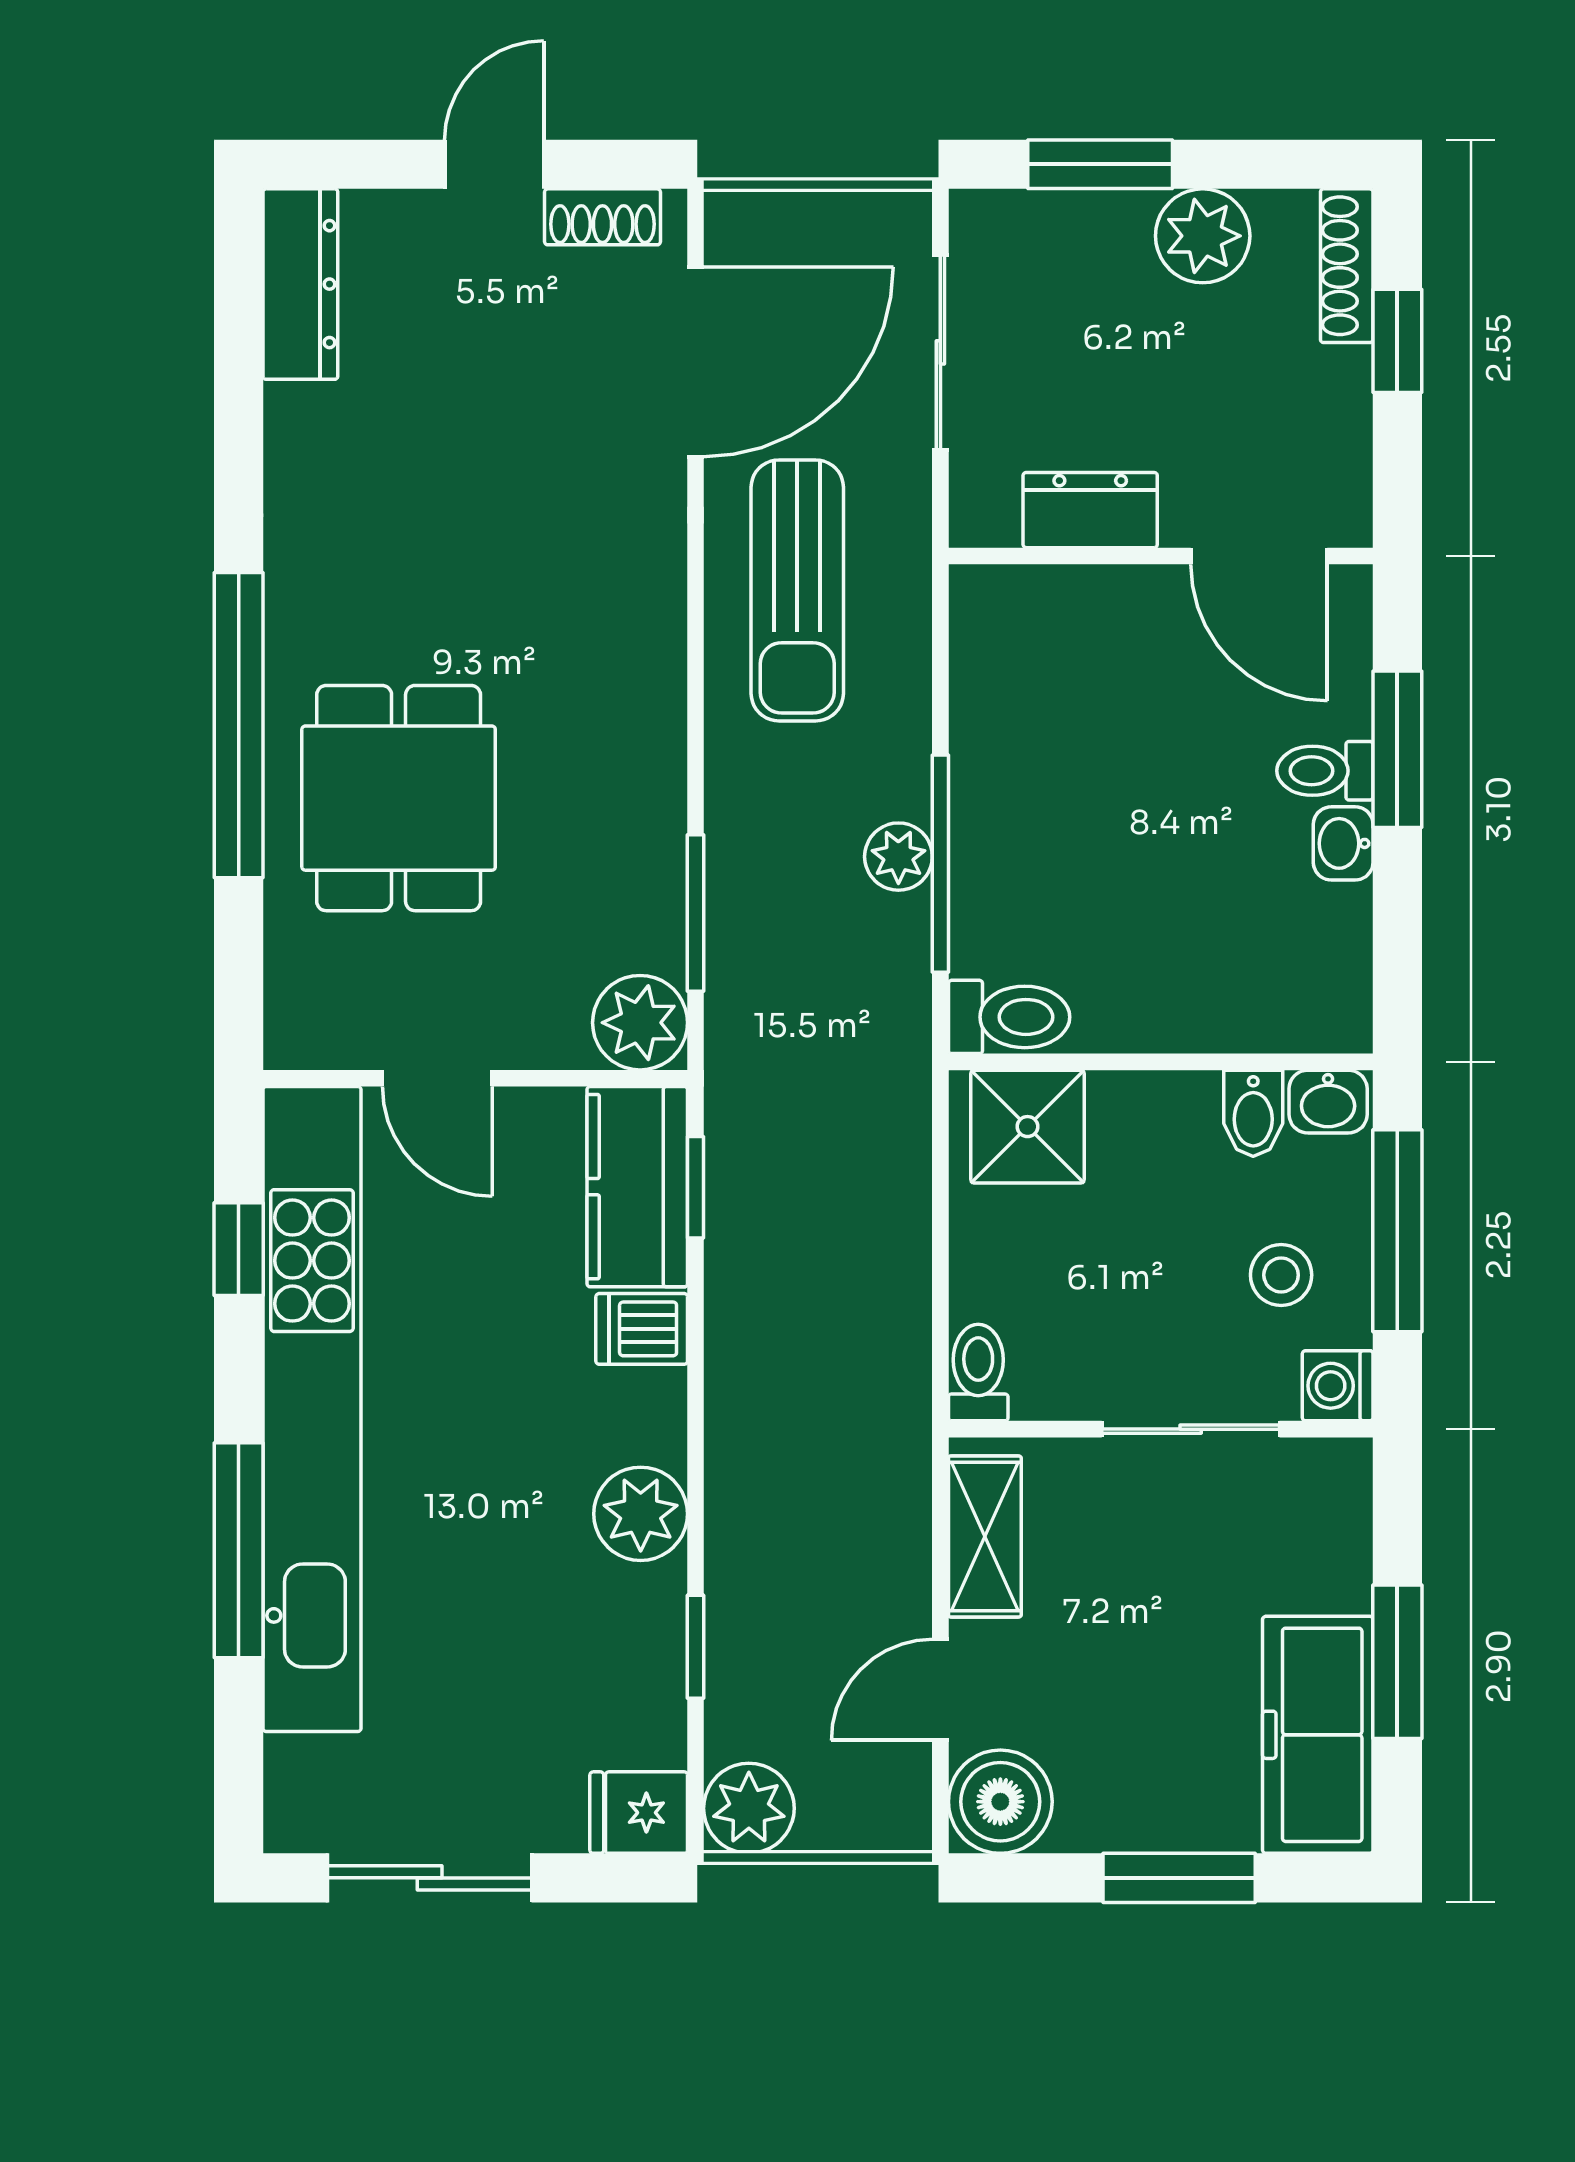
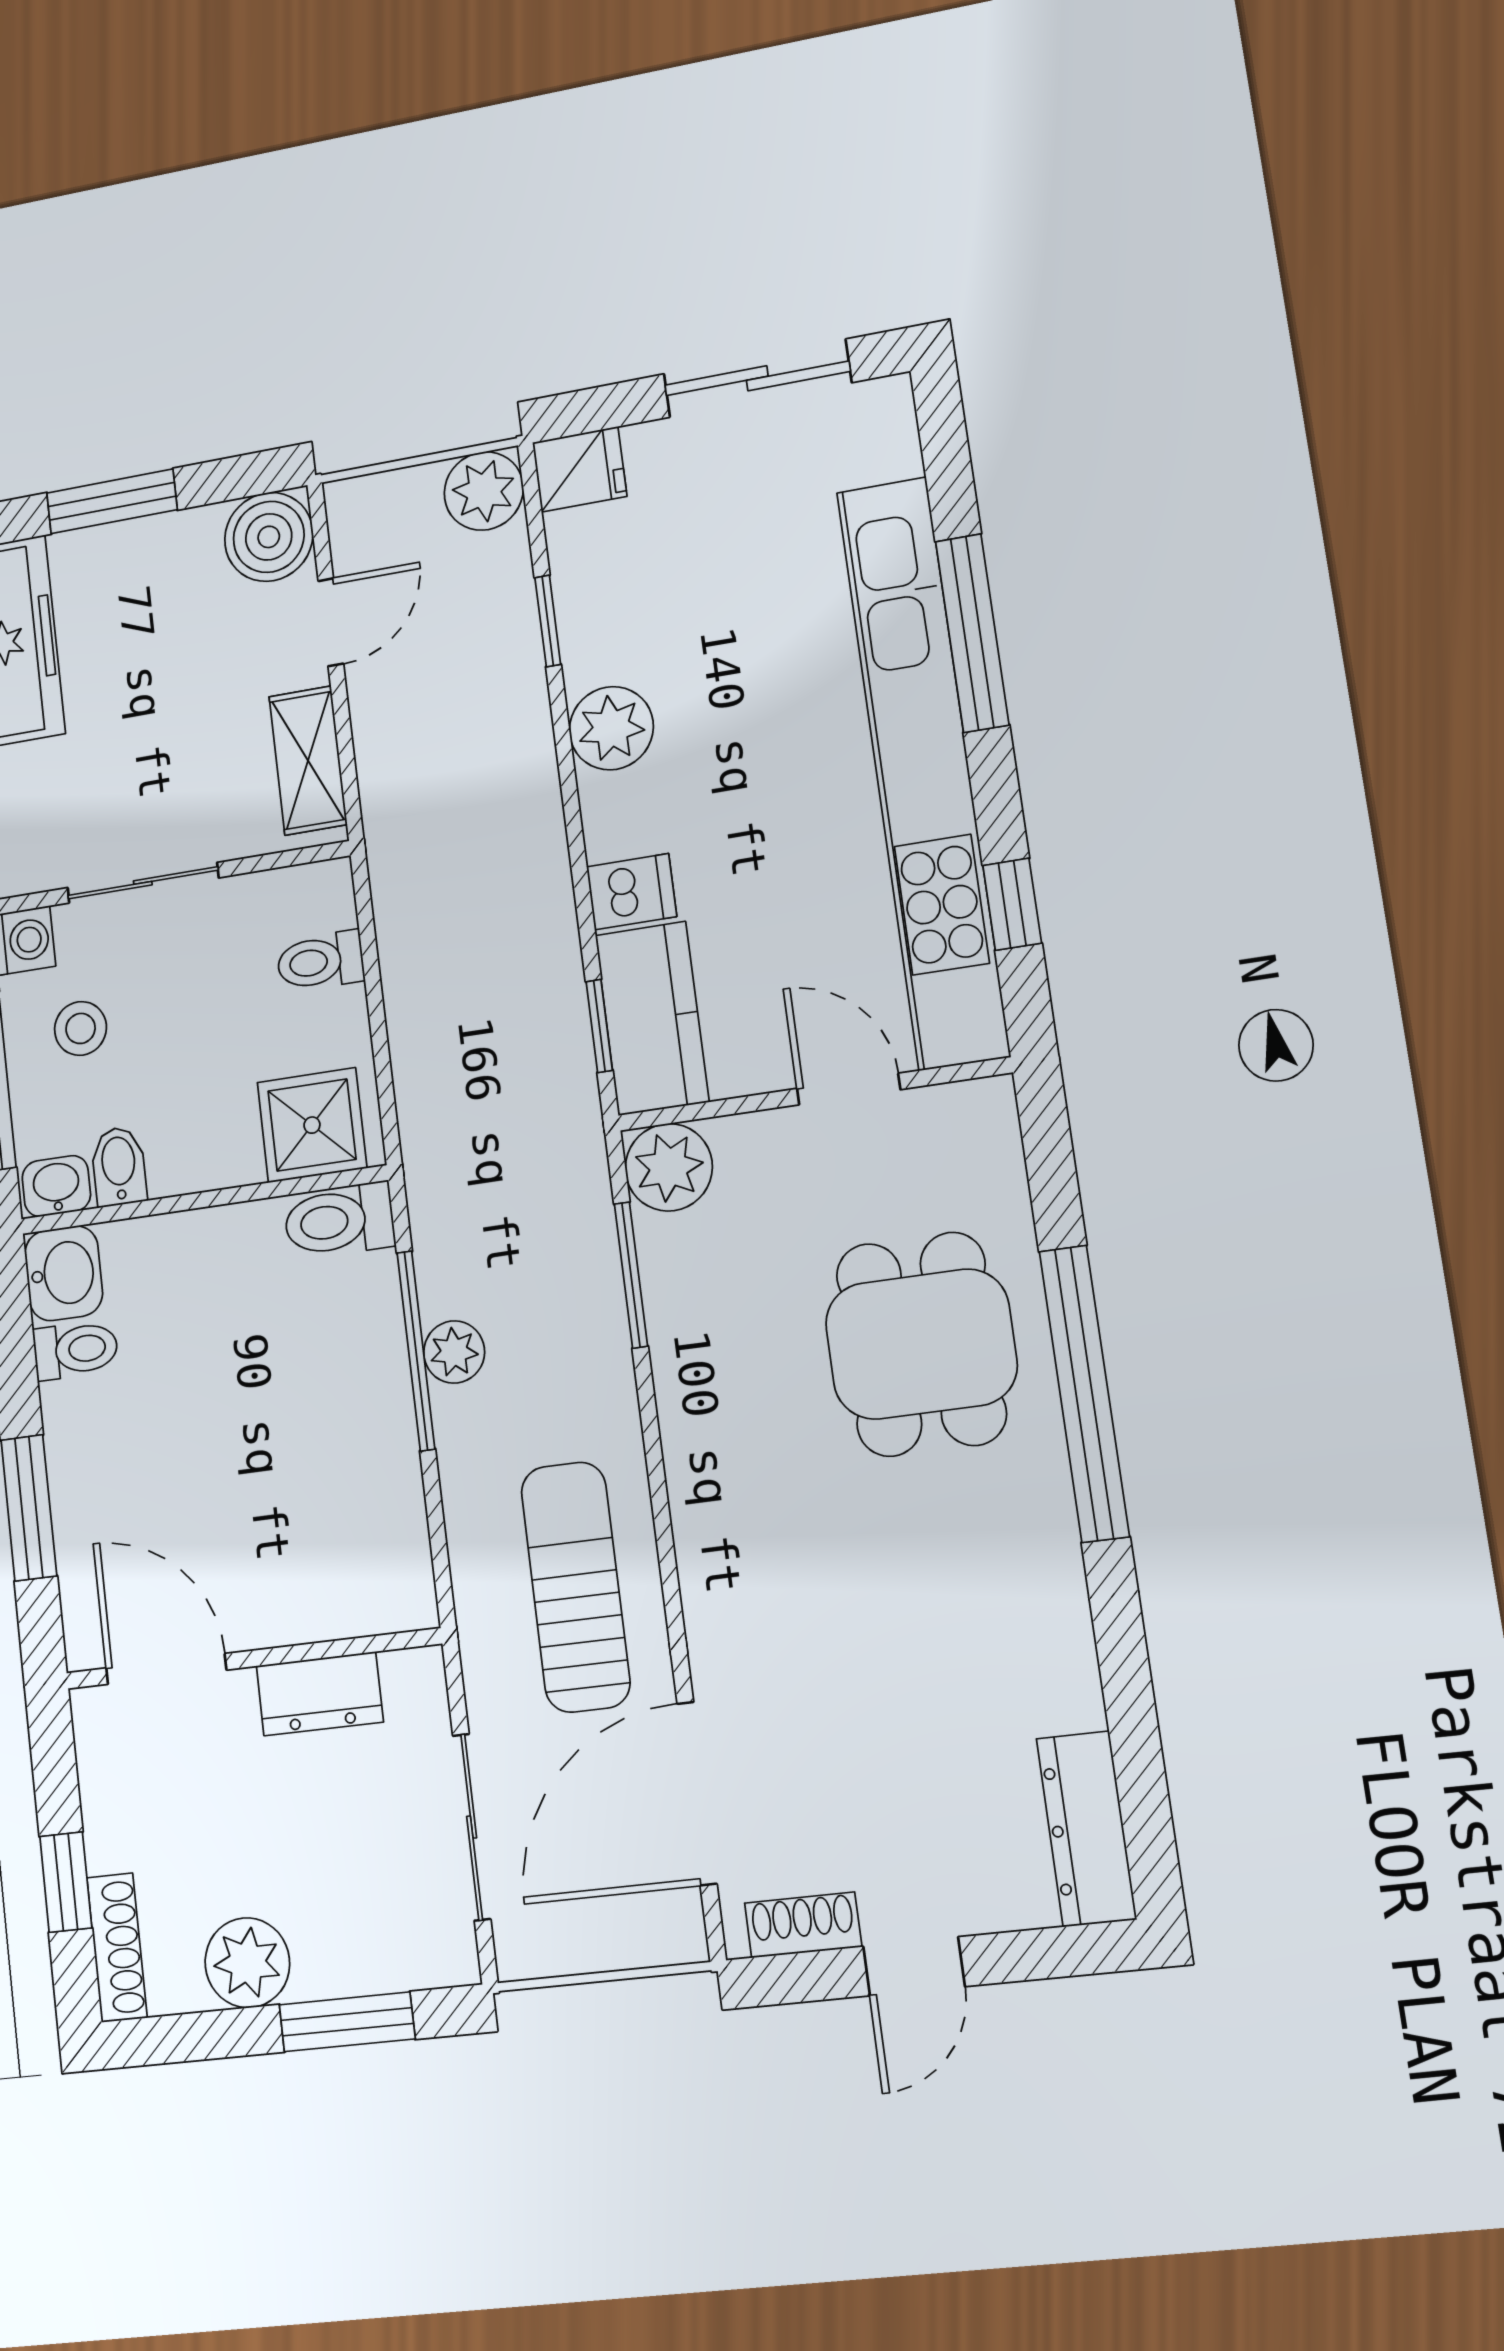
toilet: (1325, 771) -> (76, 1350), moved
washbasin: (1343, 843) -> (64, 1273), moved, width x1.38, depth x1.45
toilet: (978, 1373) -> (320, 961), moved, turned 90

